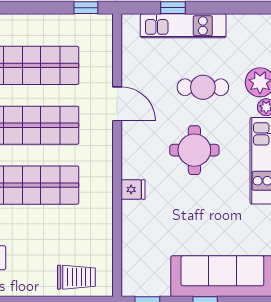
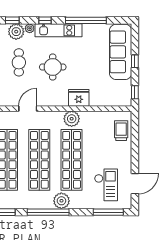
plant: (98, 185) -> (72, 119), added
fridge: (133, 189) -> (79, 98), width x1.88, depth x1.34

